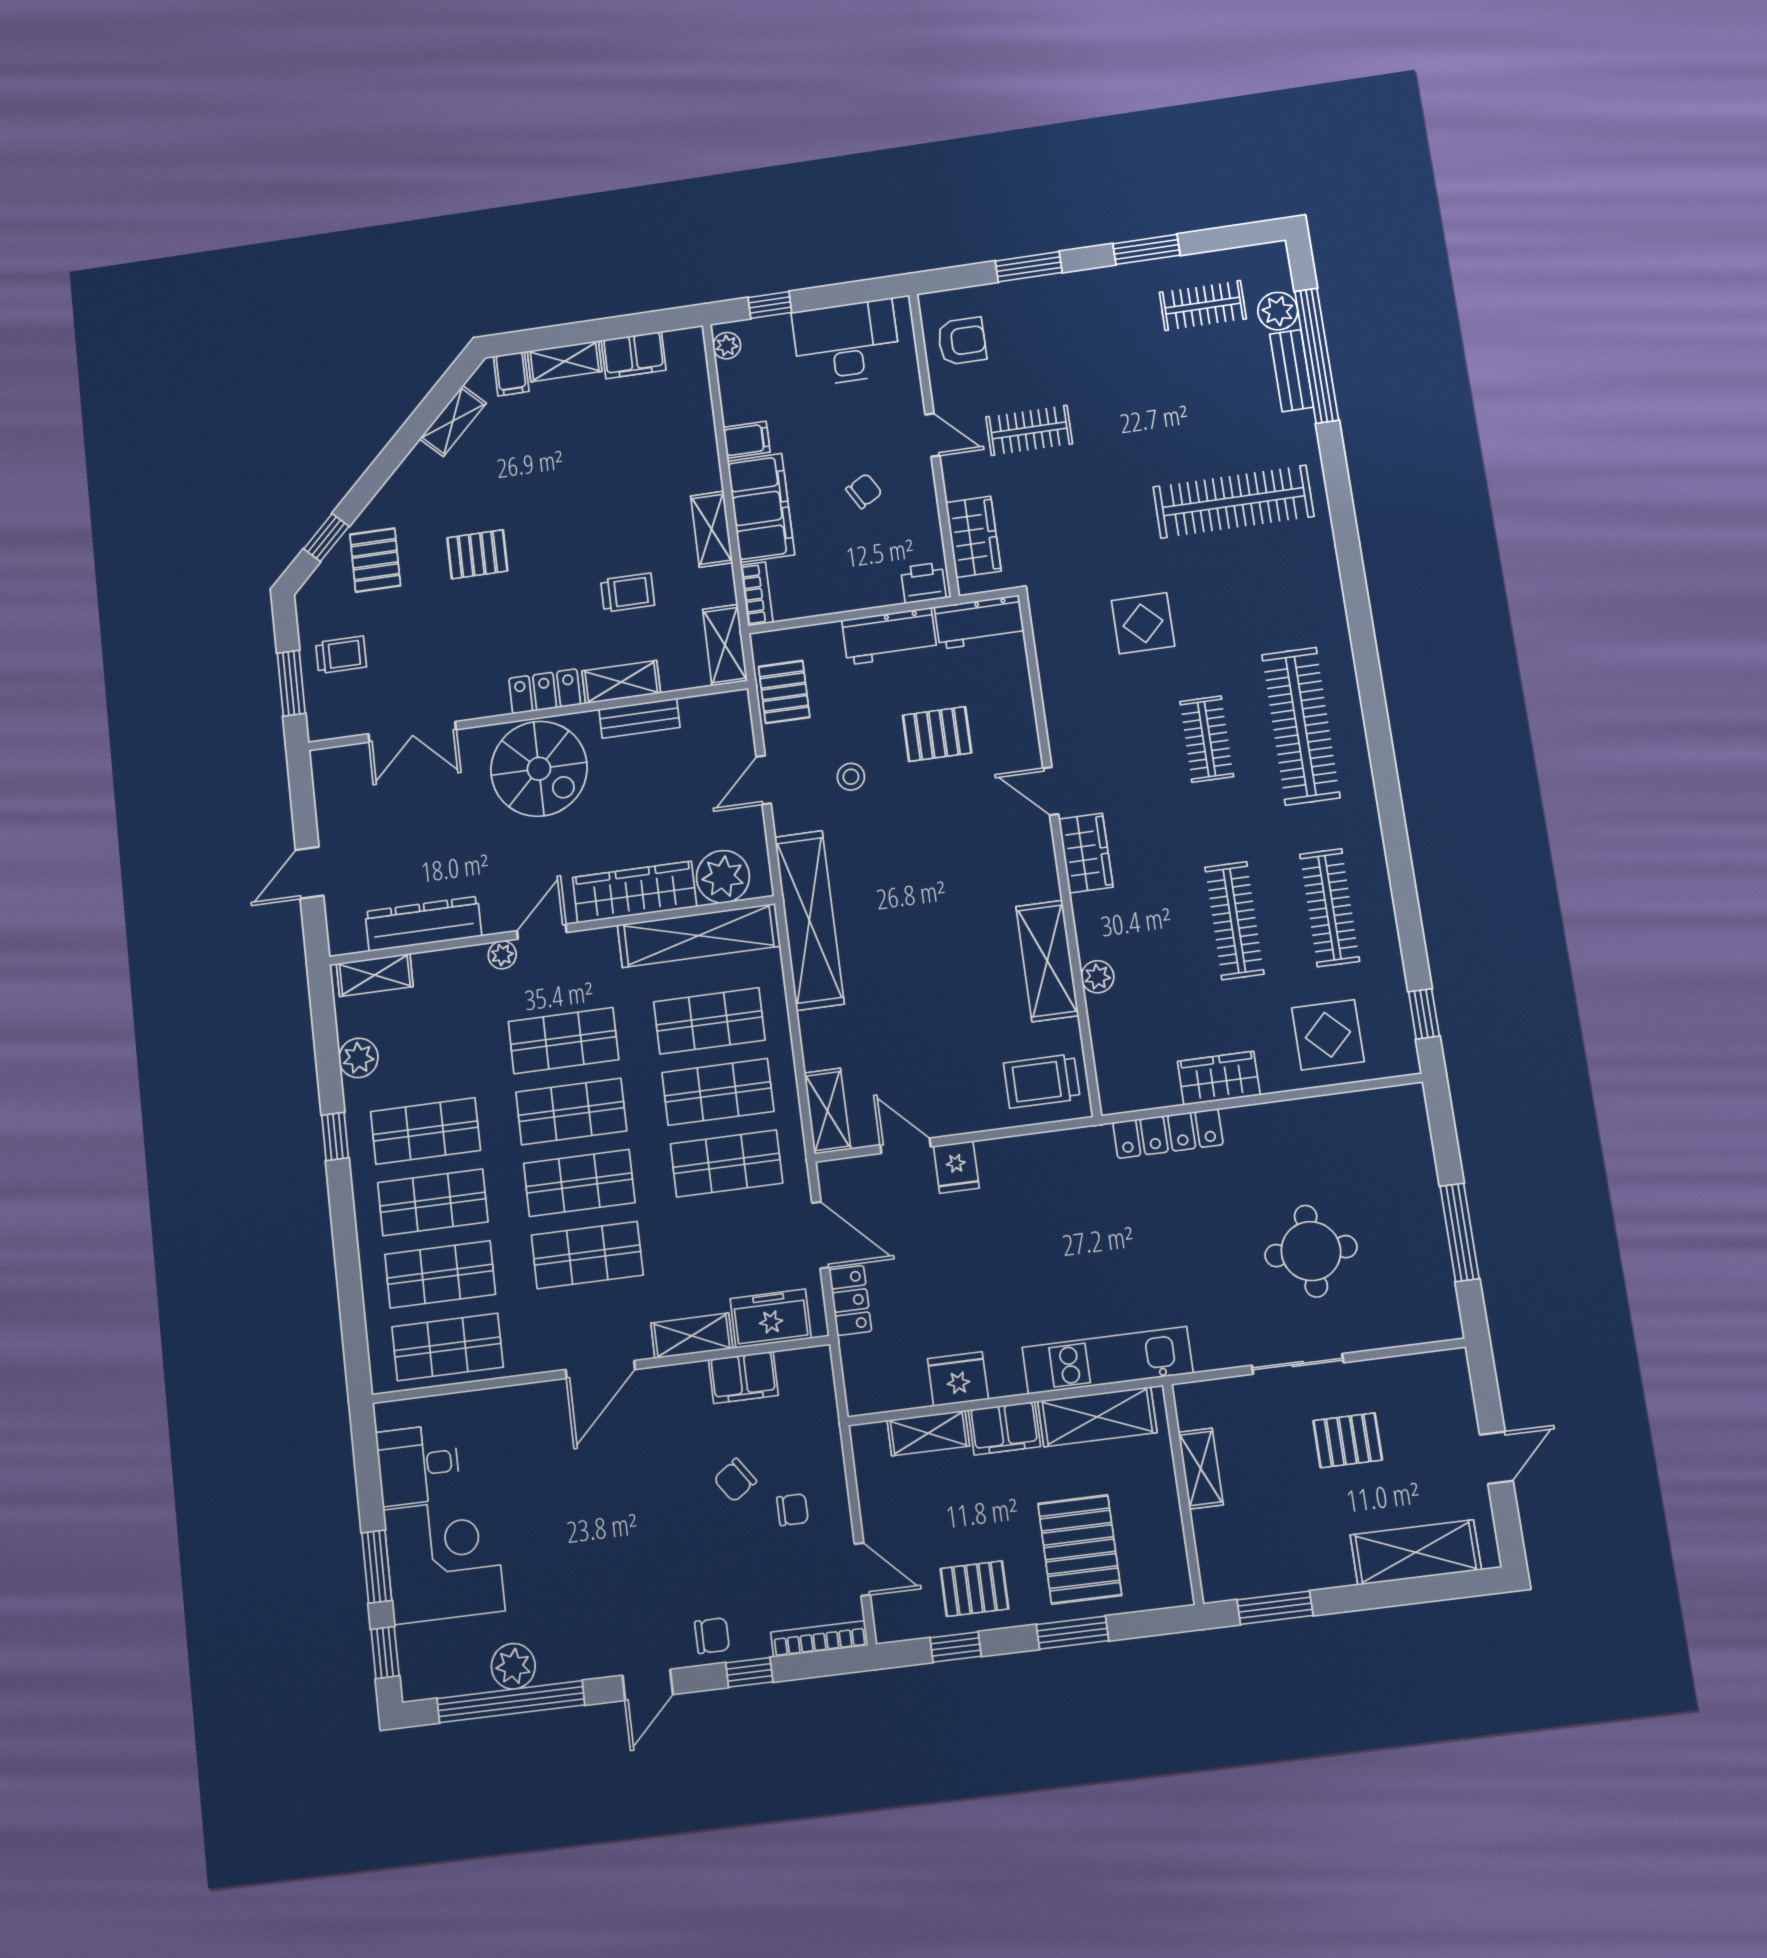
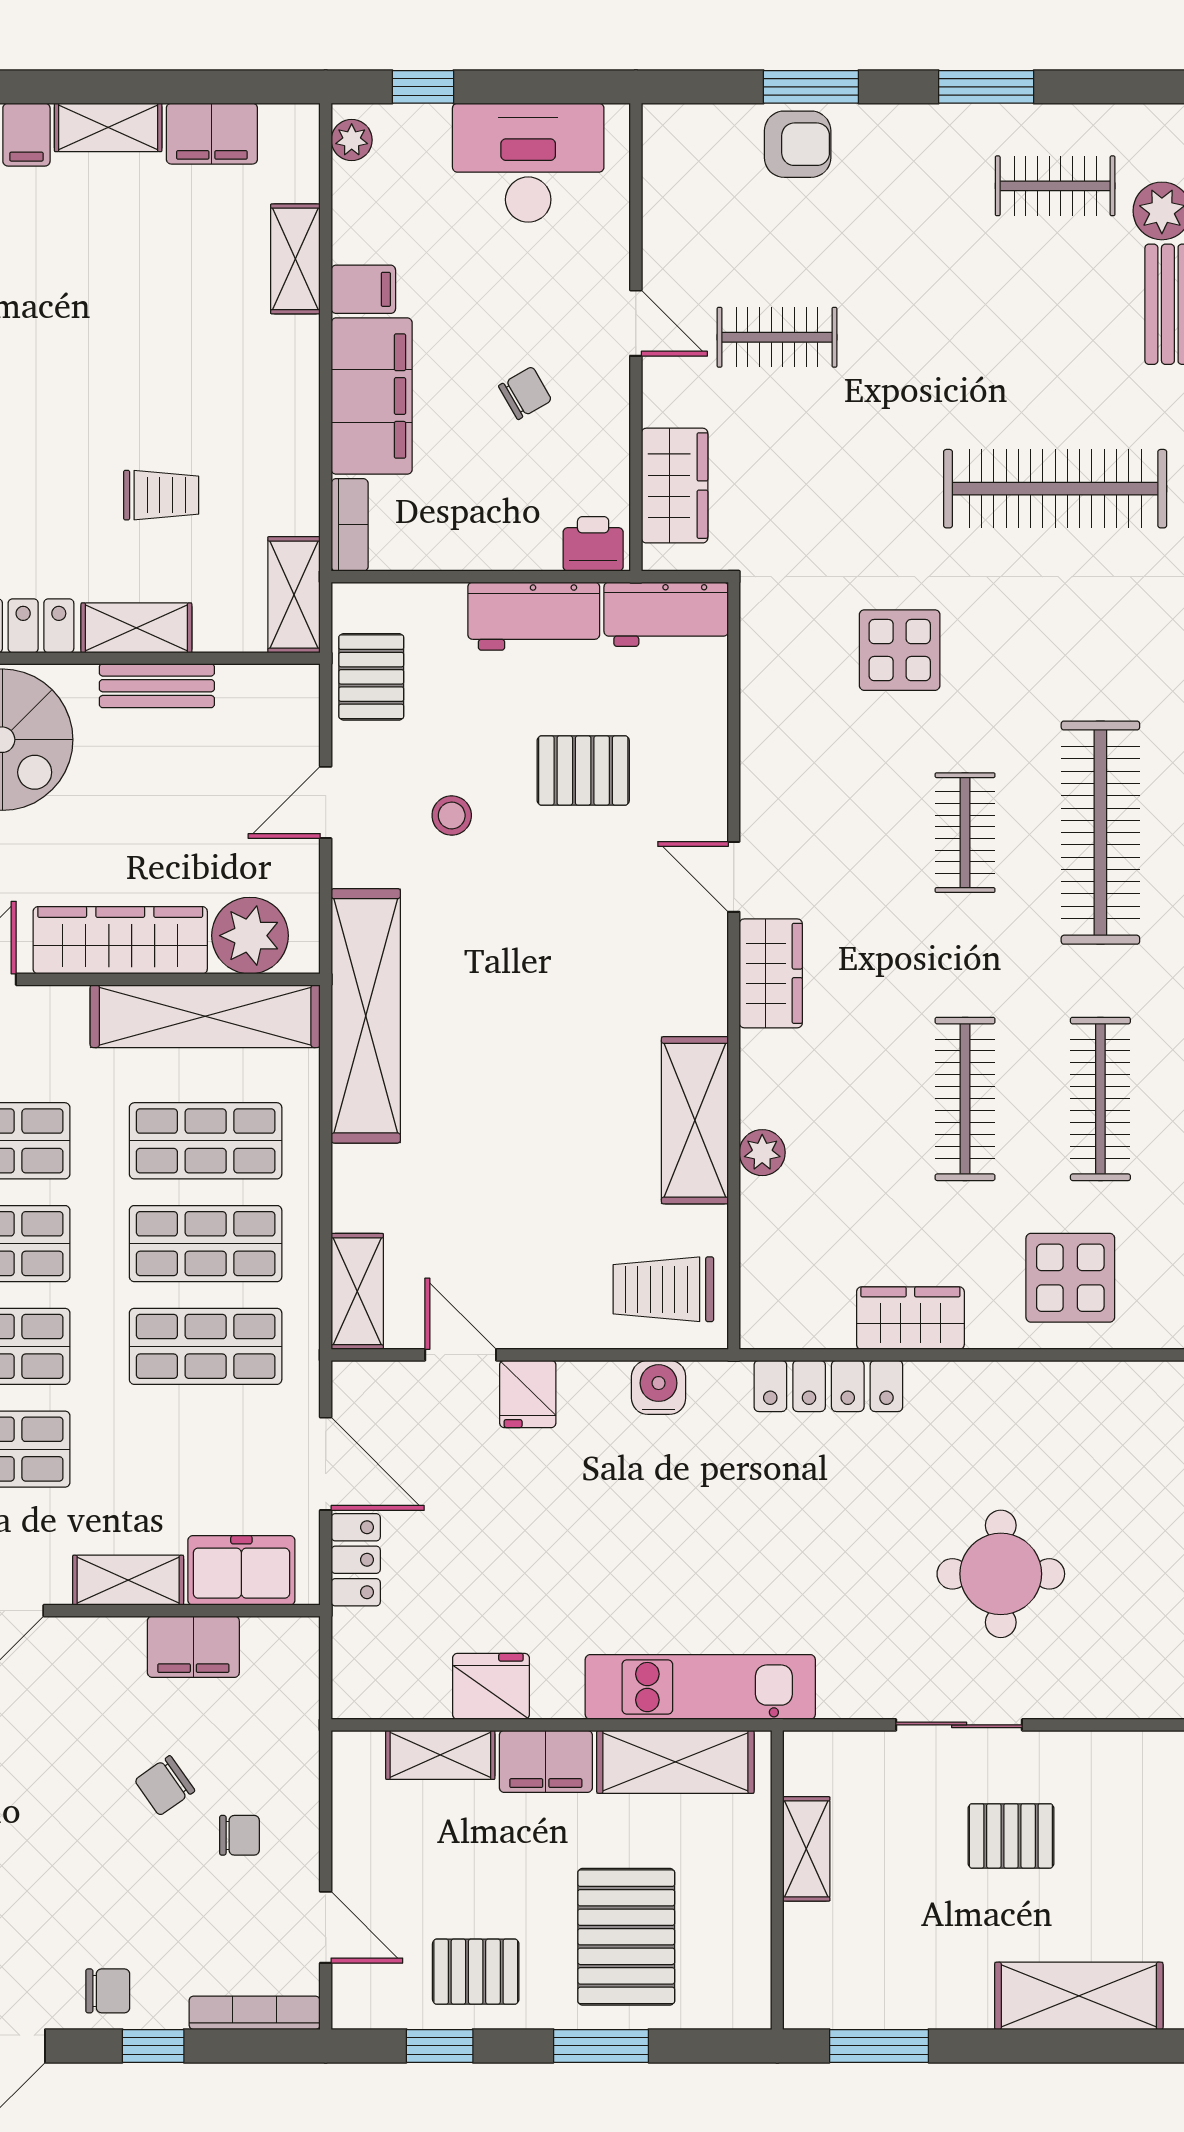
armchair: (962, 341) -> (798, 144), moved
shelving: (712, 529) -> (295, 259), moved
water cooler: (1048, 1150) -> (659, 1387), added

